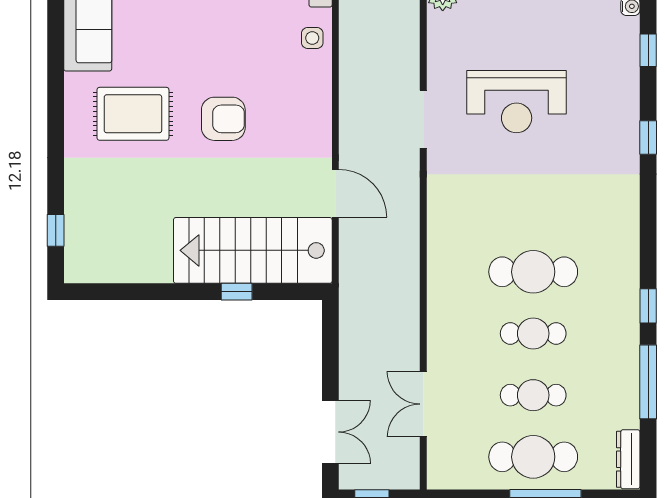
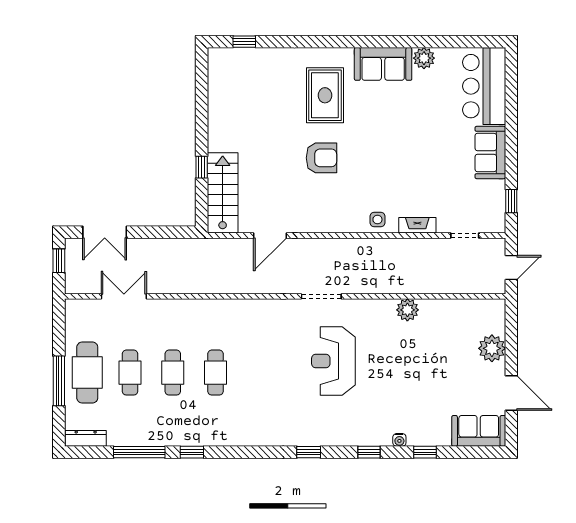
armchair: (223, 119) -> (321, 158), turned -90
stairs: (253, 250) -> (223, 193), width x0.73, depth x0.66
cafe table: (533, 272) -> (216, 373), width x0.73, depth x0.74

